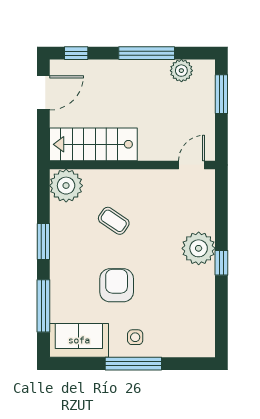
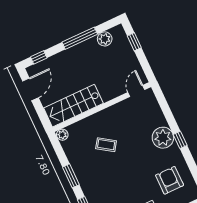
window: (221, 94) -> (134, 42), width x0.67
plant: (66, 186) -> (62, 135), width x0.53, depth x0.53
armchair: (117, 285) -> (170, 180), moved

